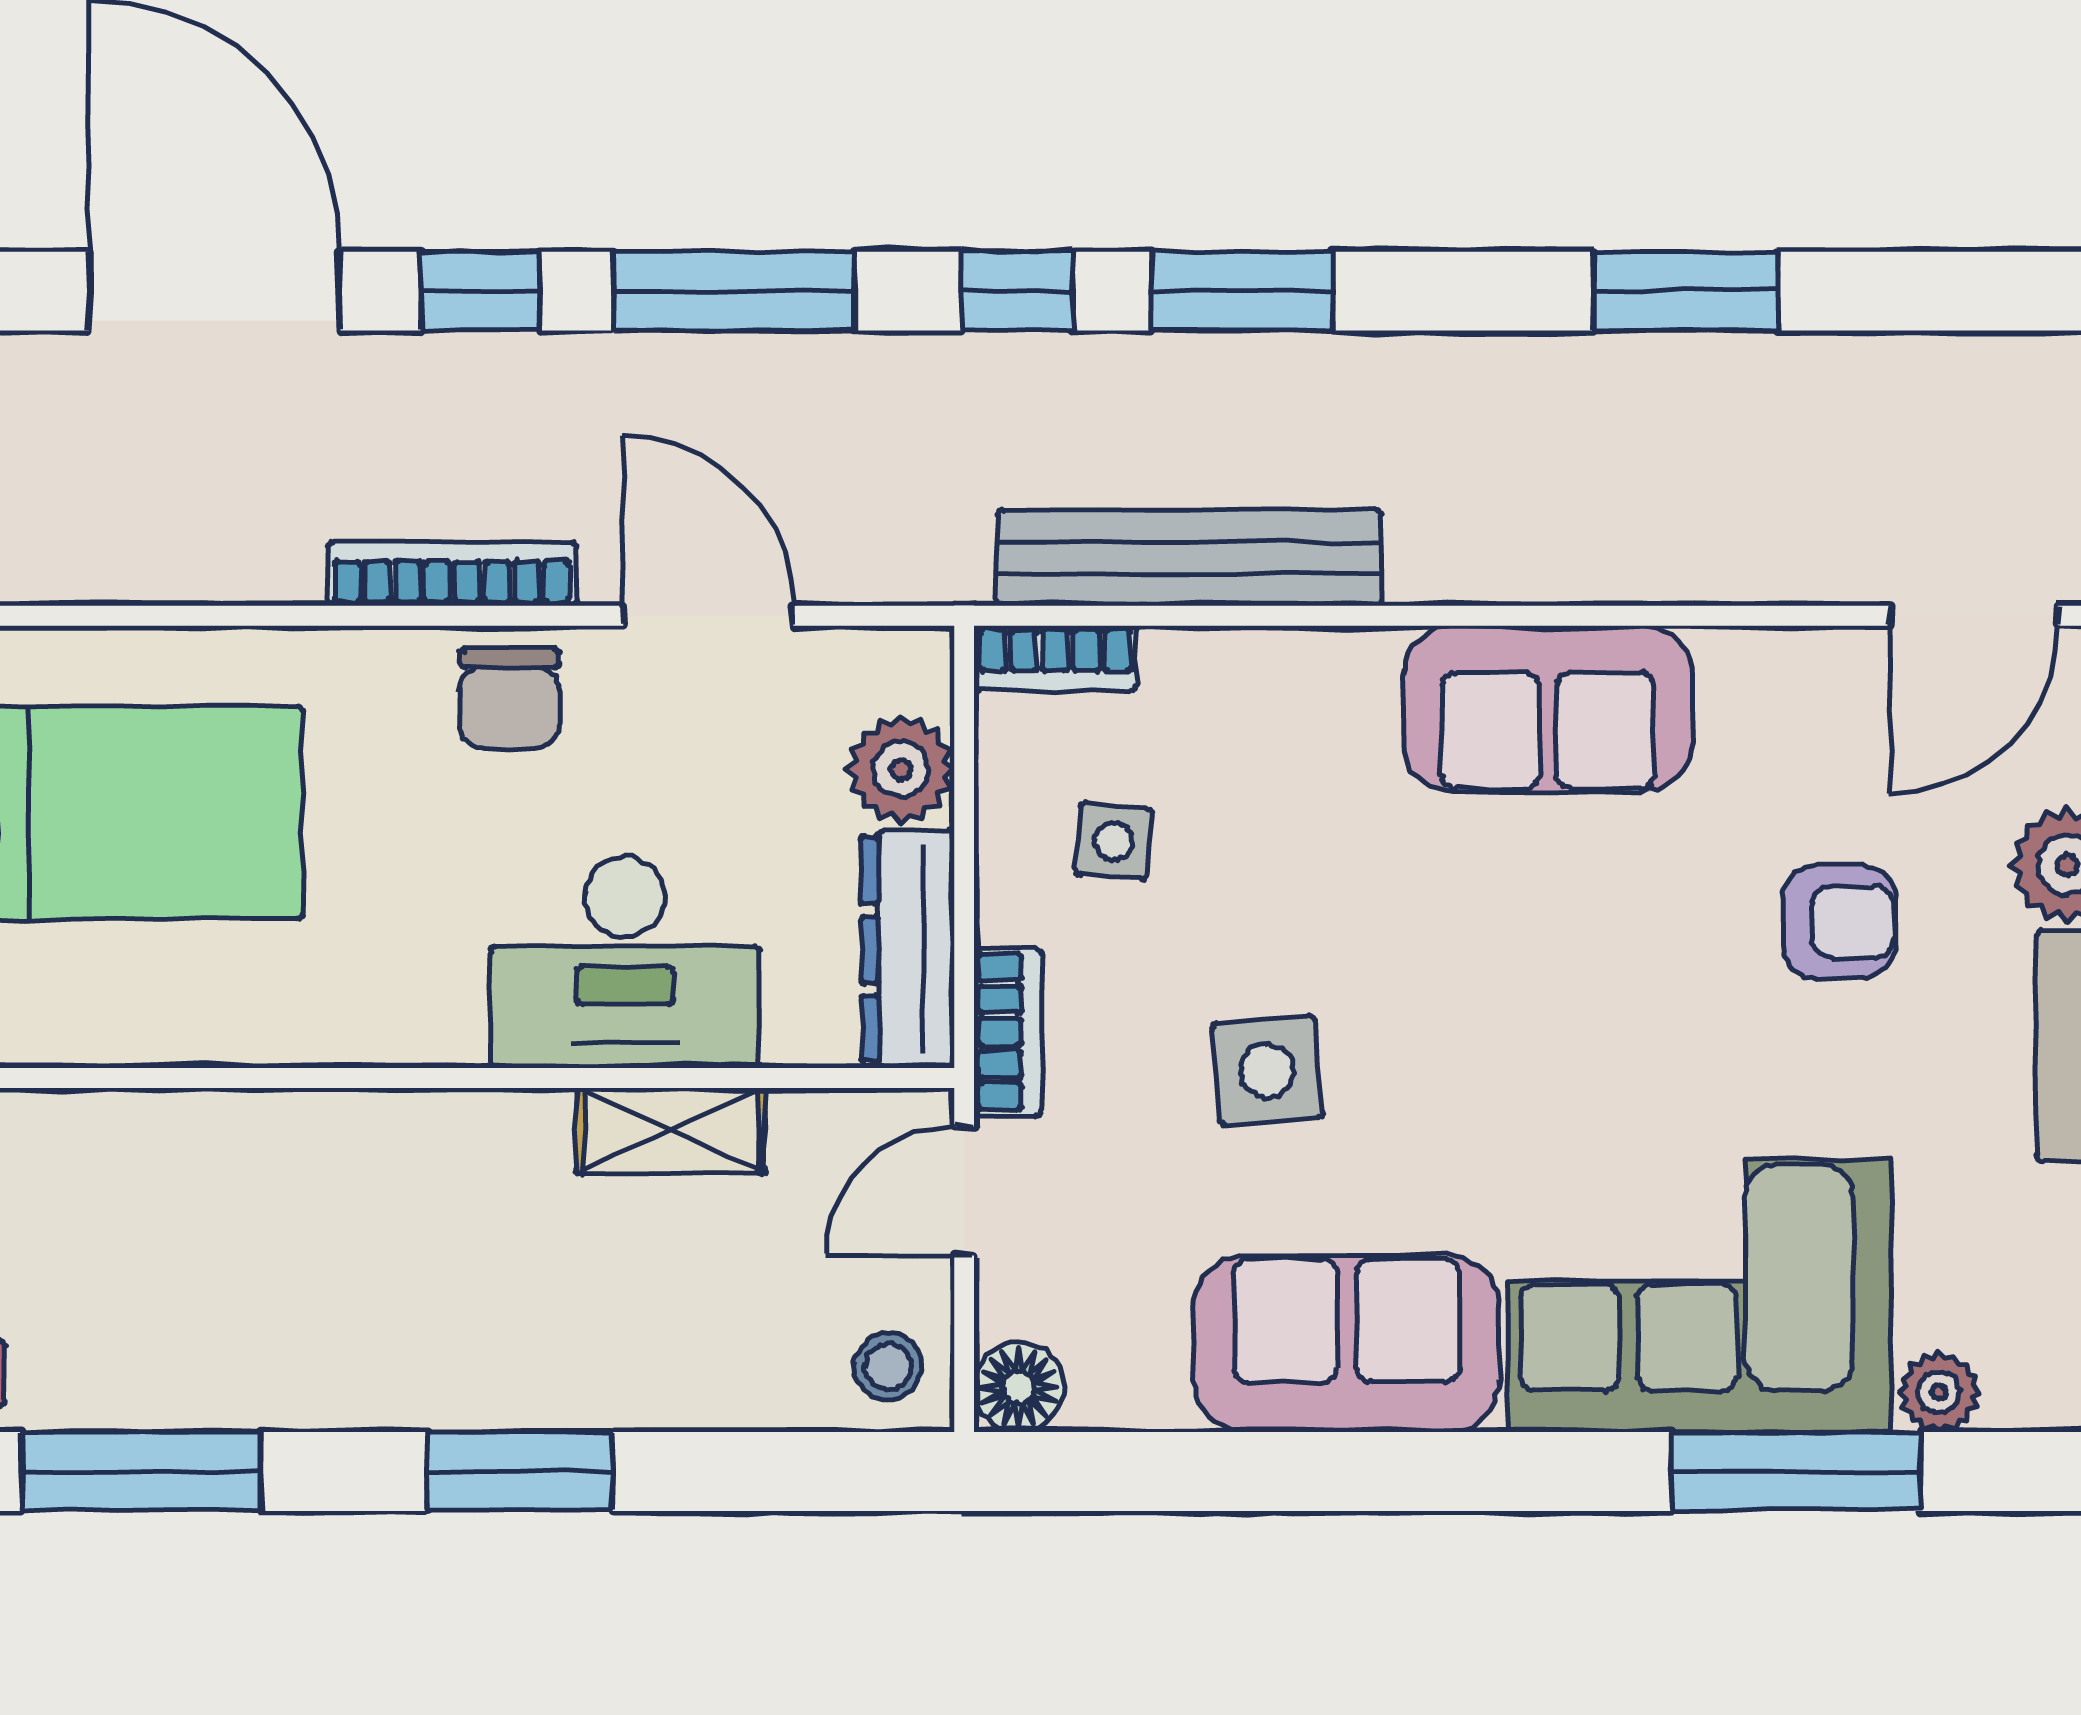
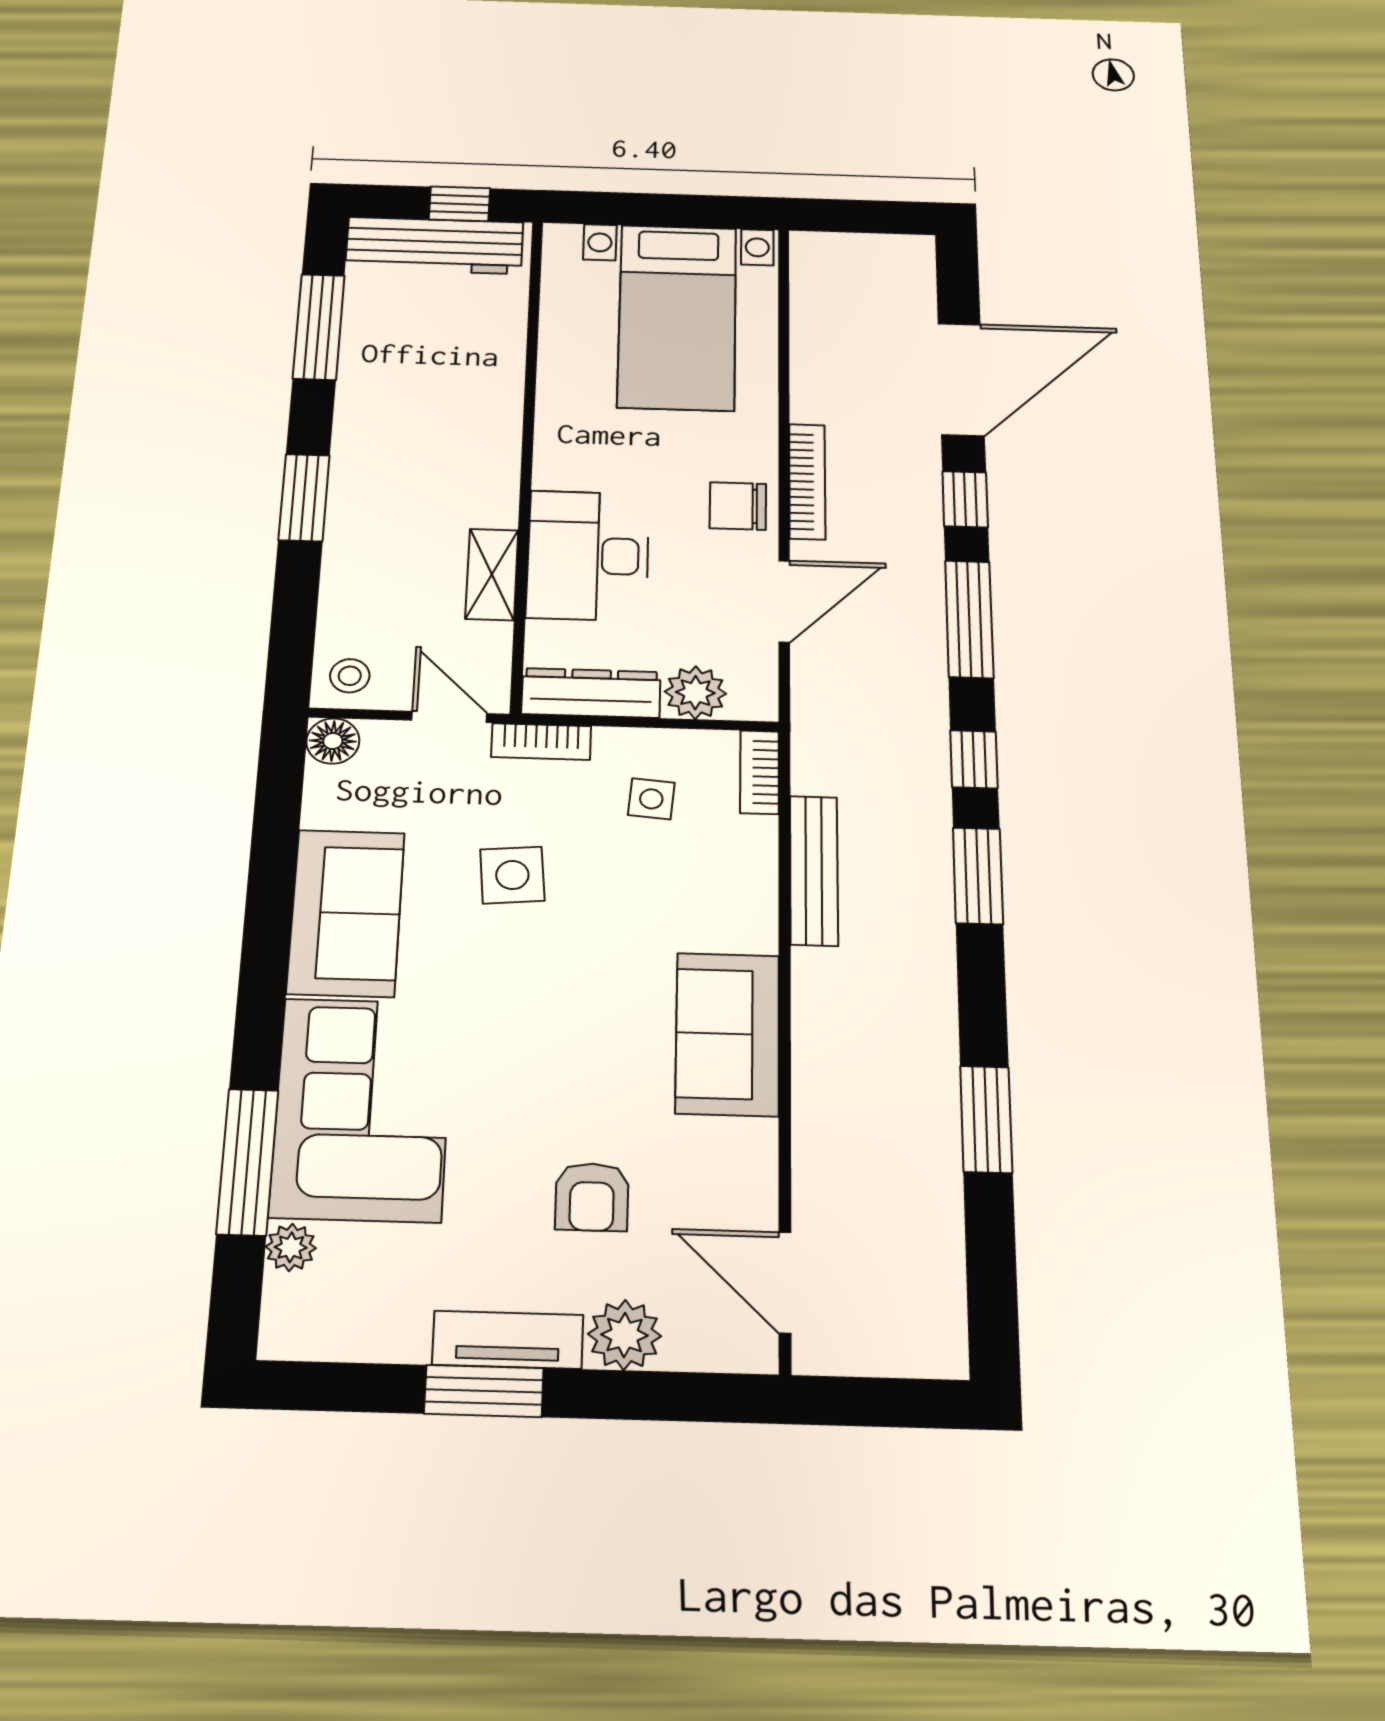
bench: (1190, 558) -> (814, 870), width x0.73, depth x0.82

